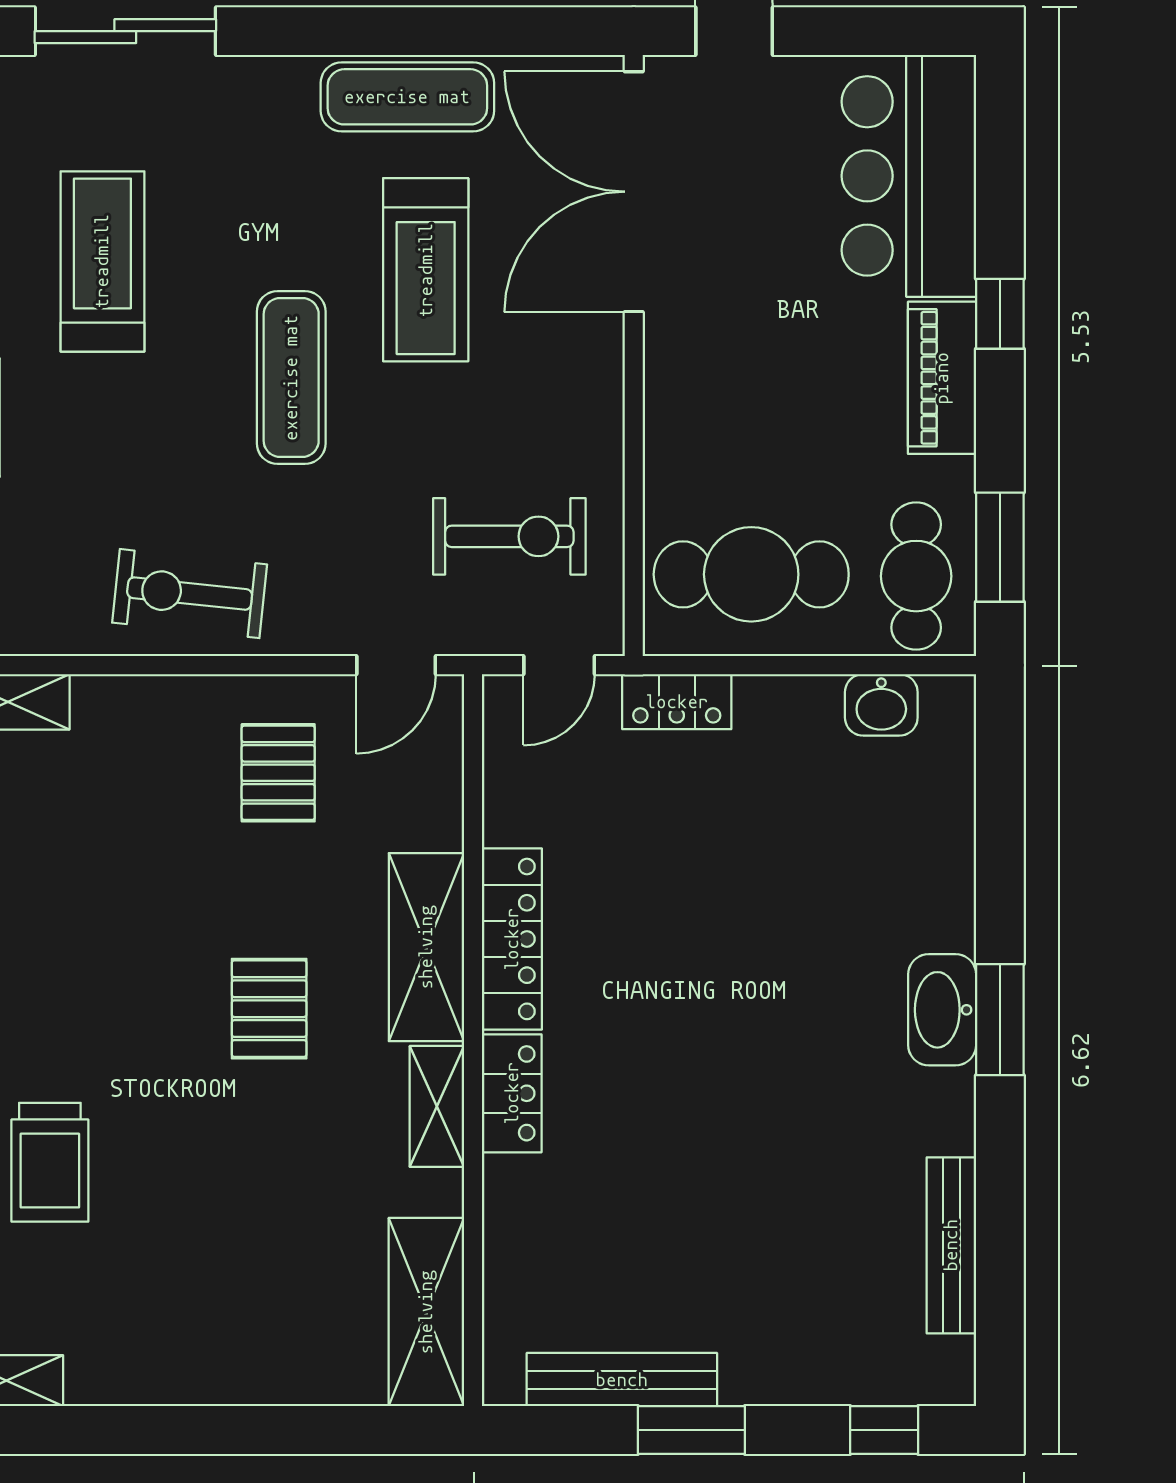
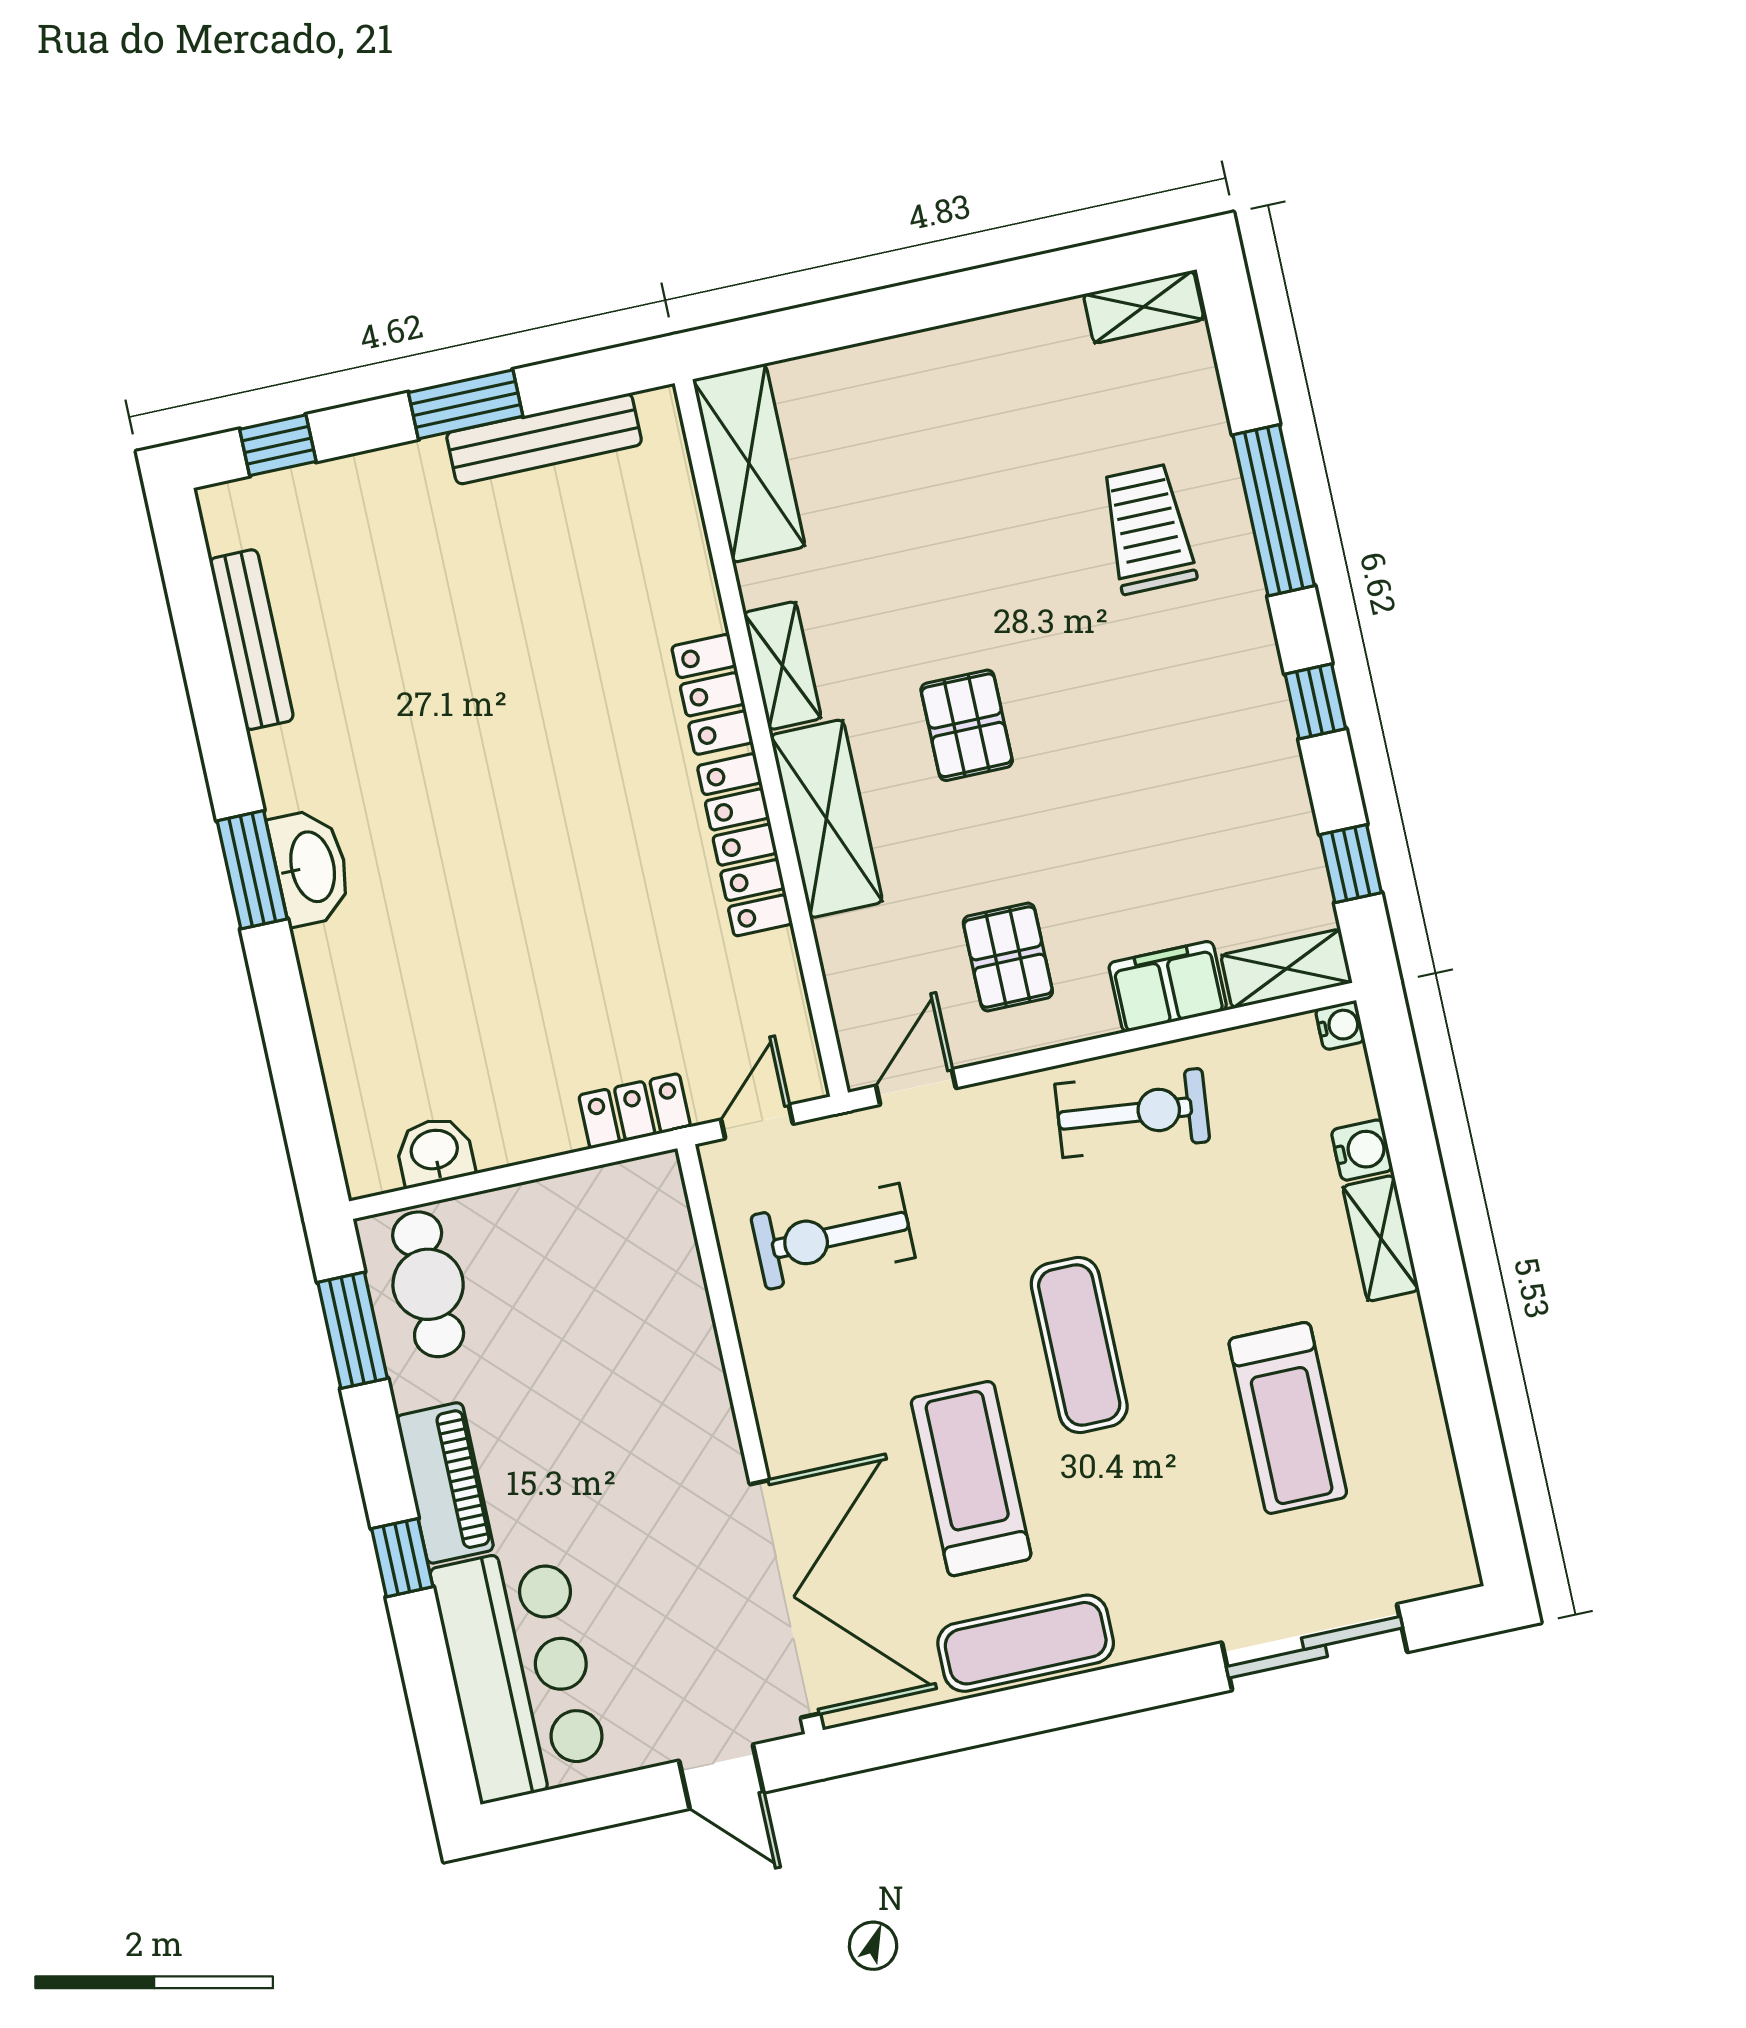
cafe table: (751, 574) -> (589, 1251), removed
filing cabinet: (128, 710) -> (1168, 987), added

